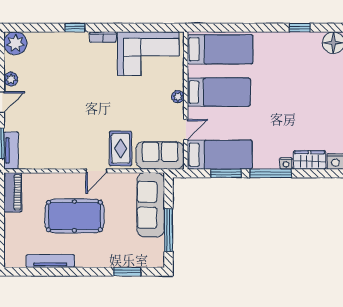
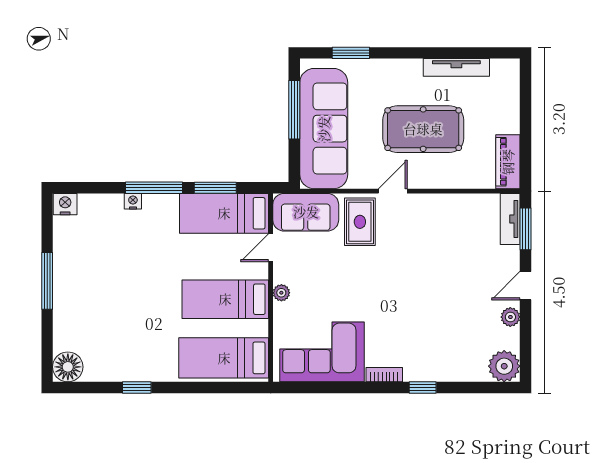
window: (300, 28) -> (137, 388), moved
wardrobe: (310, 160) -> (101, 206), removed
sofa: (151, 205) -> (324, 129), width x1.36, depth x1.27

